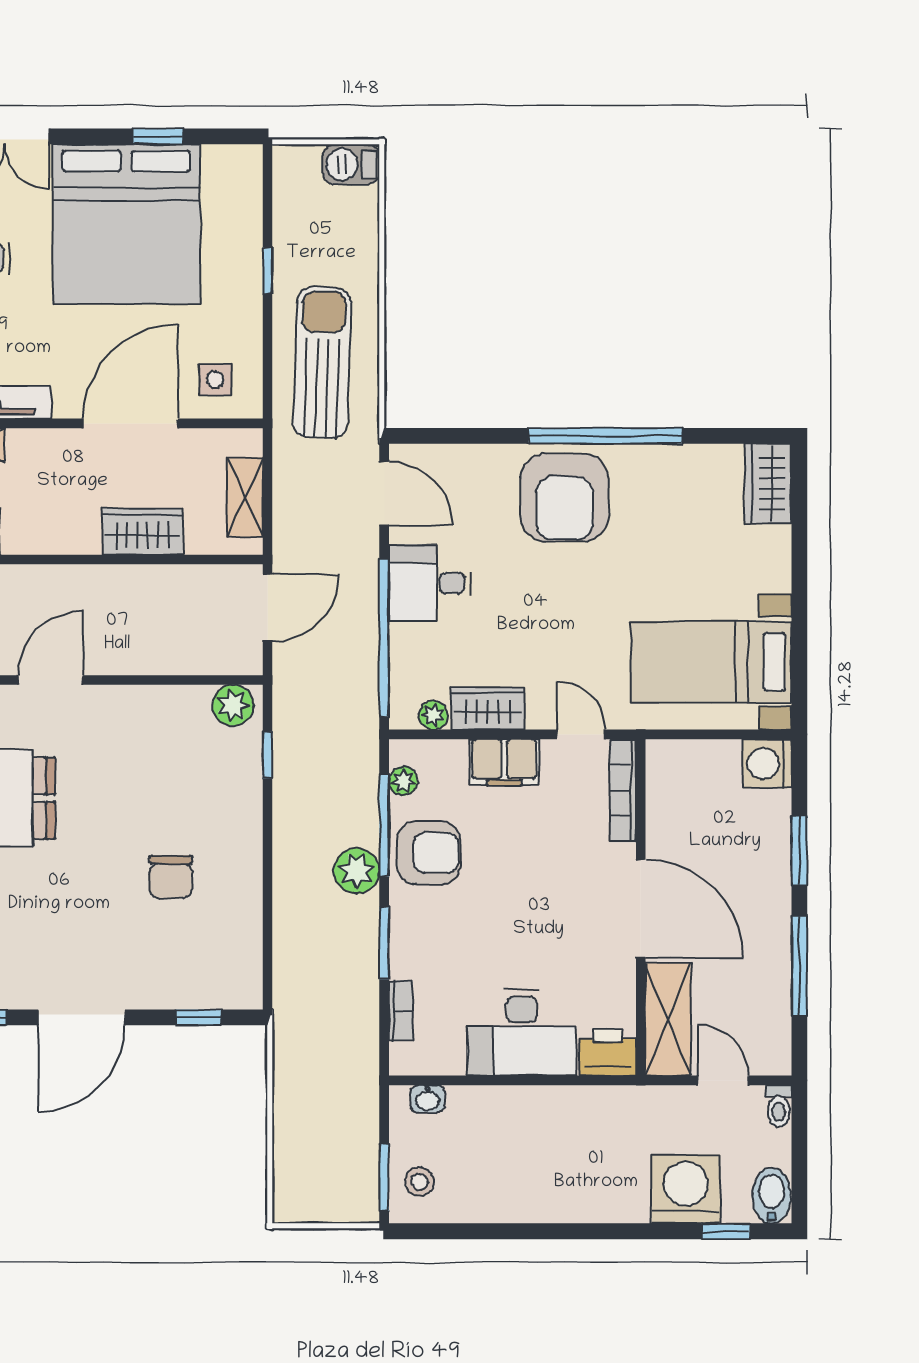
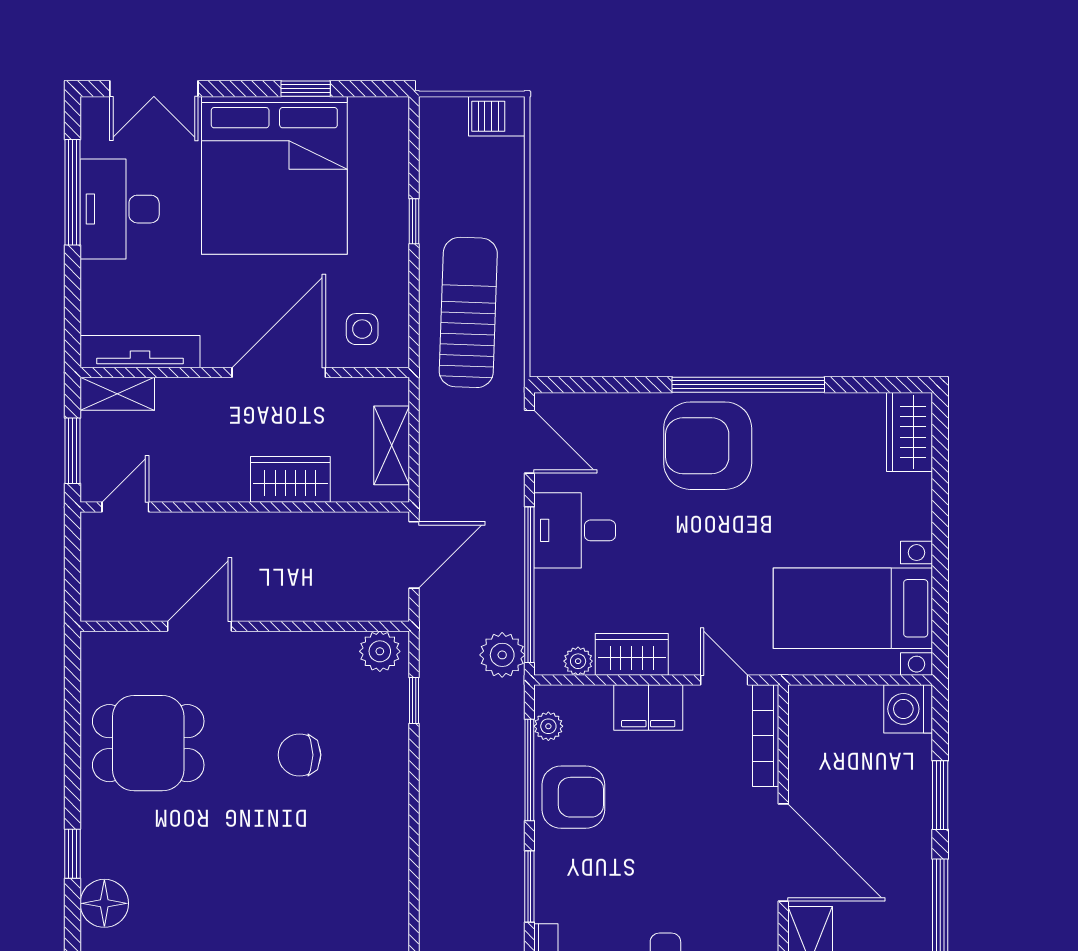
armchair: (564, 497) -> (708, 446), turned 90
plant: (357, 871) -> (502, 655), moved
chair: (171, 877) -> (299, 755), moved, turned 90

